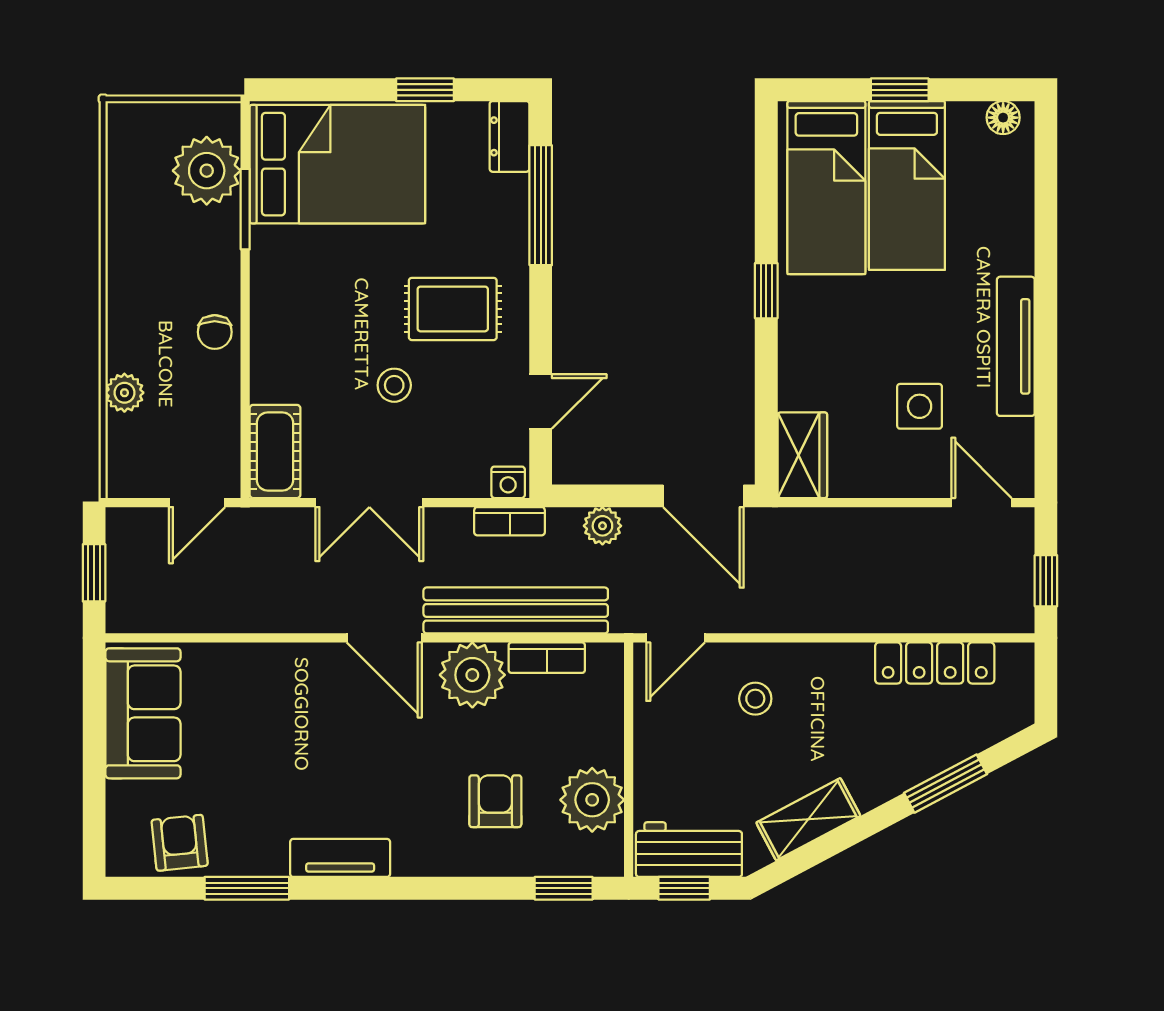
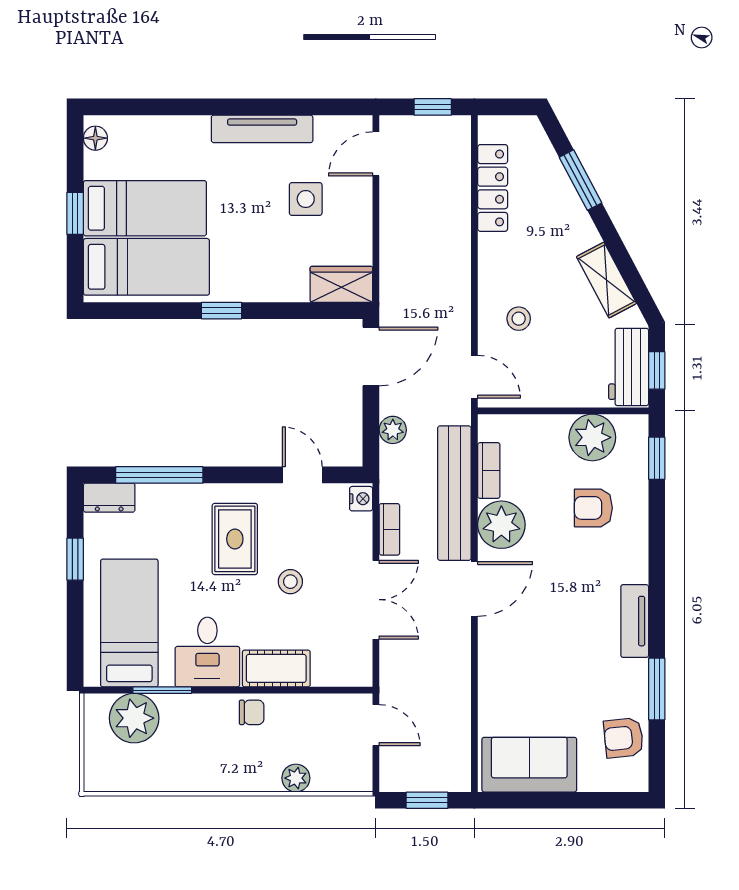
bed: (337, 164) -> (129, 623), width x0.67
desk: (298, 271) -> (207, 652), added
cot: (275, 451) -> (276, 668), moved
bookcase: (510, 521) -> (389, 529), moved

